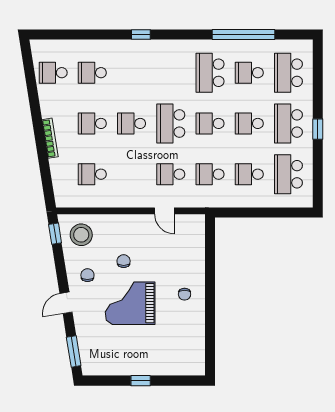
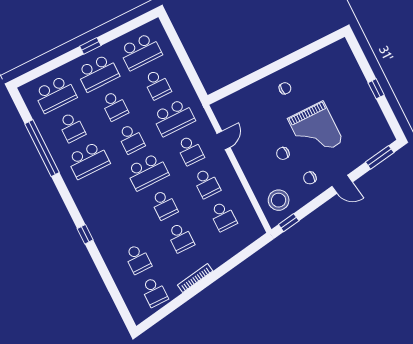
bookcase: (50, 138) -> (195, 278), moved
school desk: (132, 174) -> (207, 183), added
school desk: (210, 174) -> (174, 117), width x1.85

